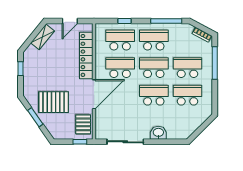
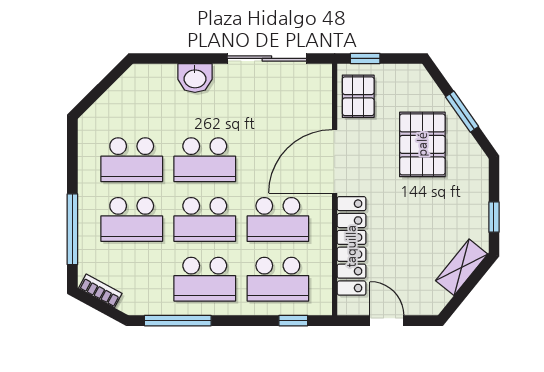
door: (70, 21) -> (387, 321), hinge flipped
window: (125, 21) -> (293, 321), moved
shelving: (43, 37) -> (462, 267), moved
pallet: (54, 102) -> (422, 144), turned 90

